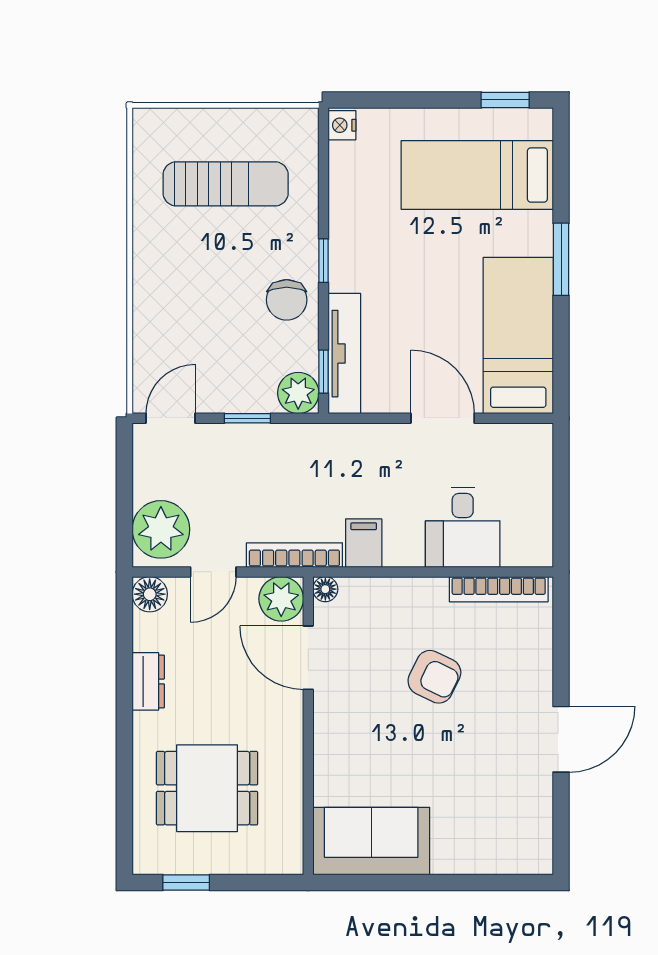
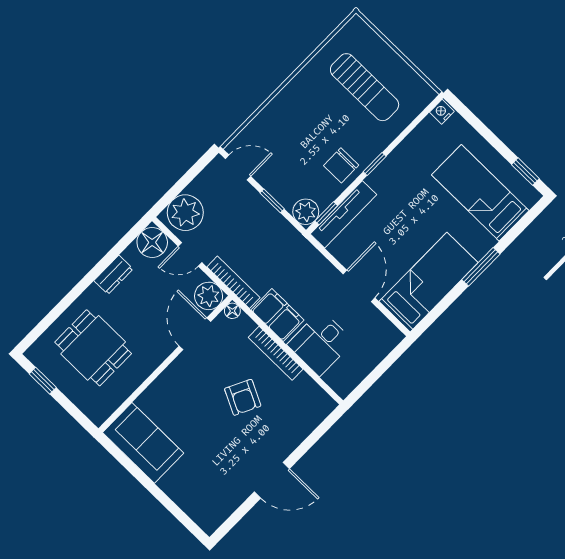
filing cabinet: (364, 543) -> (278, 315), width x2.00
bookcase: (499, 589) -> (276, 353), moved
floor lamp: (150, 594) -> (152, 242), width x1.38, depth x1.38

